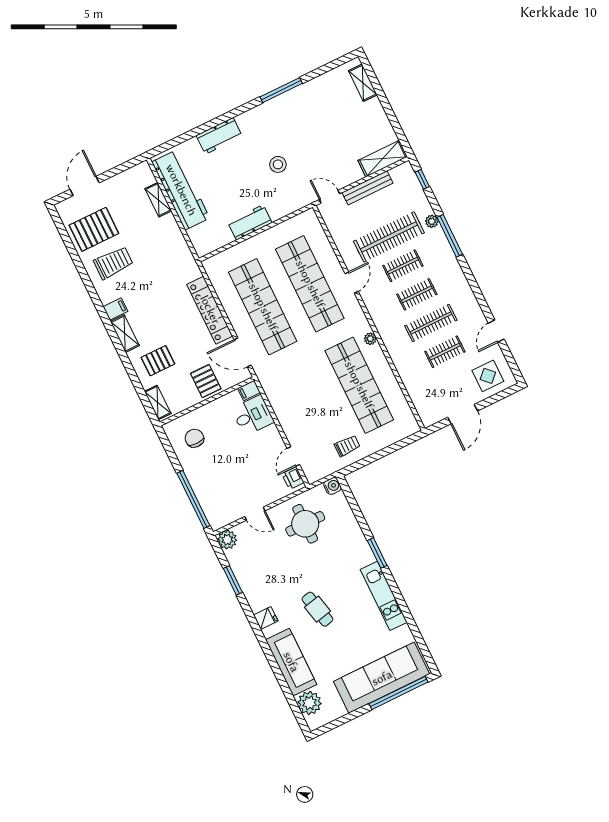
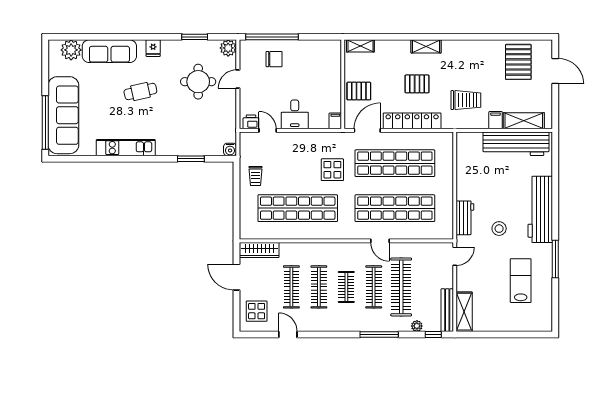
shelving: (363, 83) -> (530, 325), removed
lab bench: (321, 115) -> (521, 281), added
workbench: (219, 136) -> (540, 209), width x1.88, depth x1.32
bench: (367, 188) -> (447, 310), moved
shelving: (158, 200) -> (524, 121), width x1.50, depth x1.33
plant: (432, 221) -> (417, 326), moved
workbench: (250, 222) -> (465, 218), moved
trolley: (113, 263) -> (466, 100), moved, turned -90
clothes rail: (403, 266) -> (374, 287), width x1.36
filing cabinet: (115, 309) -> (496, 120), moved, turned 180
plant: (370, 339) -> (330, 234), removed
clothes rail: (445, 352) -> (291, 287), width x1.36
pallet: (158, 361) -> (417, 84), moved, turned 90
display table: (301, 369) -> (332, 170), added
wardrobe: (423, 404) -> (259, 250), added
desk: (253, 415) -> (295, 114), moved
chair: (194, 438) -> (274, 59), moved
round table: (305, 524) -> (198, 82), moved
window: (377, 553) -> (191, 159), moved

